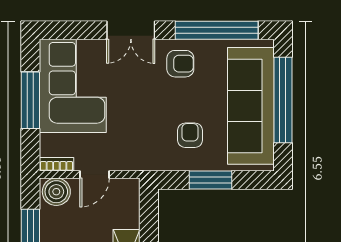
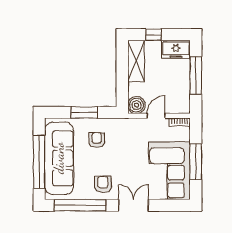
armchair: (180, 64) -> (103, 185), turned 90
armchair: (190, 135) -> (97, 140), turned 180
boiler: (56, 192) -> (137, 105), moved

